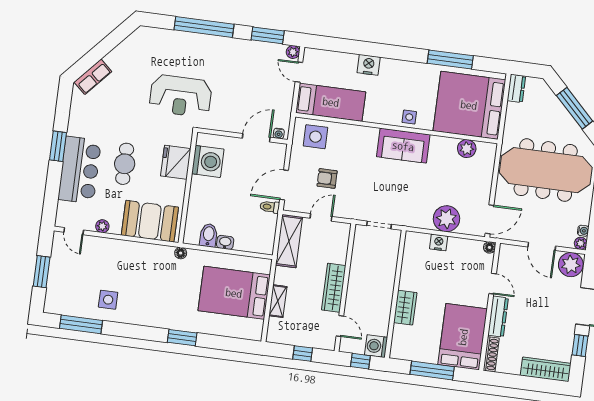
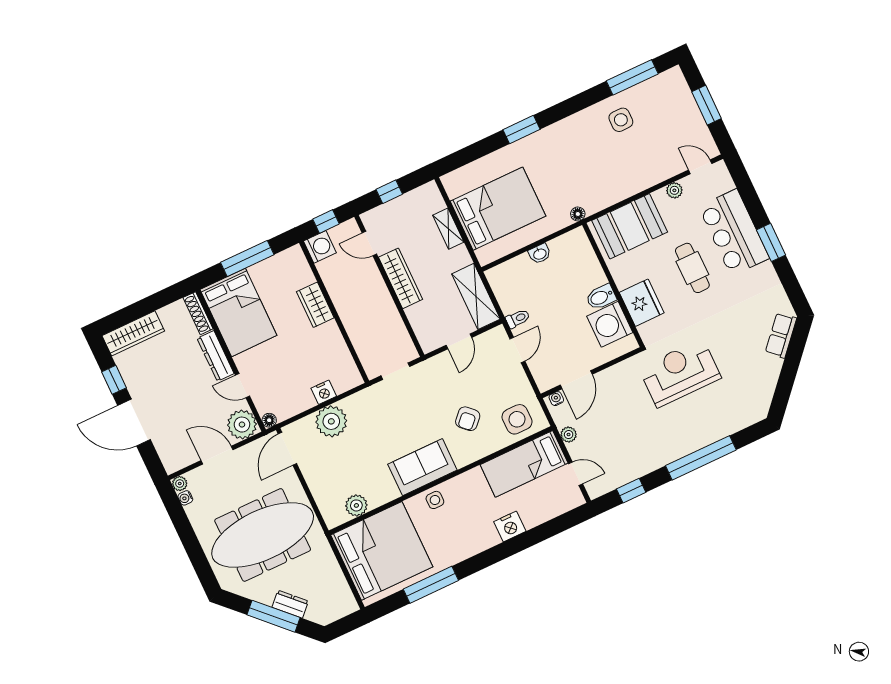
window: (268, 35) -> (631, 491), width x0.67
plant: (293, 52) -> (569, 435), moved
dresser: (516, 88) -> (290, 604), moved, turned 135
armchair: (327, 178) -> (468, 419), moved, turned 134
door: (284, 185) -> (517, 350), width x0.73
bidet: (209, 235) -> (601, 297), moved, turned 90
plant: (571, 265) -> (242, 425), moved

